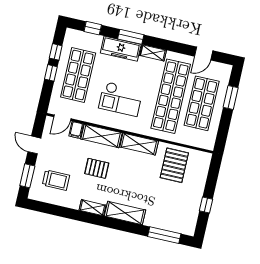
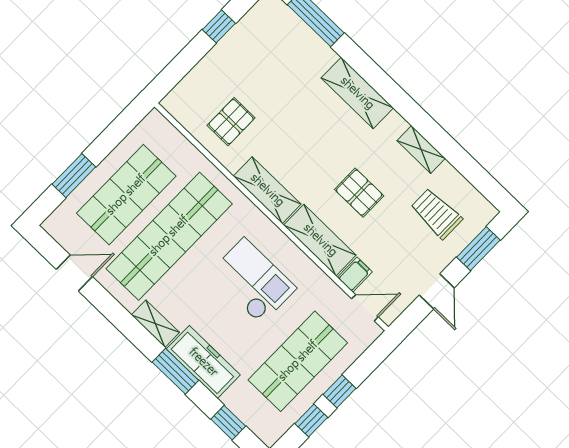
pallet: (174, 165) -> (231, 122), width x0.67, depth x0.71
shelving: (93, 208) -> (421, 149), moved

